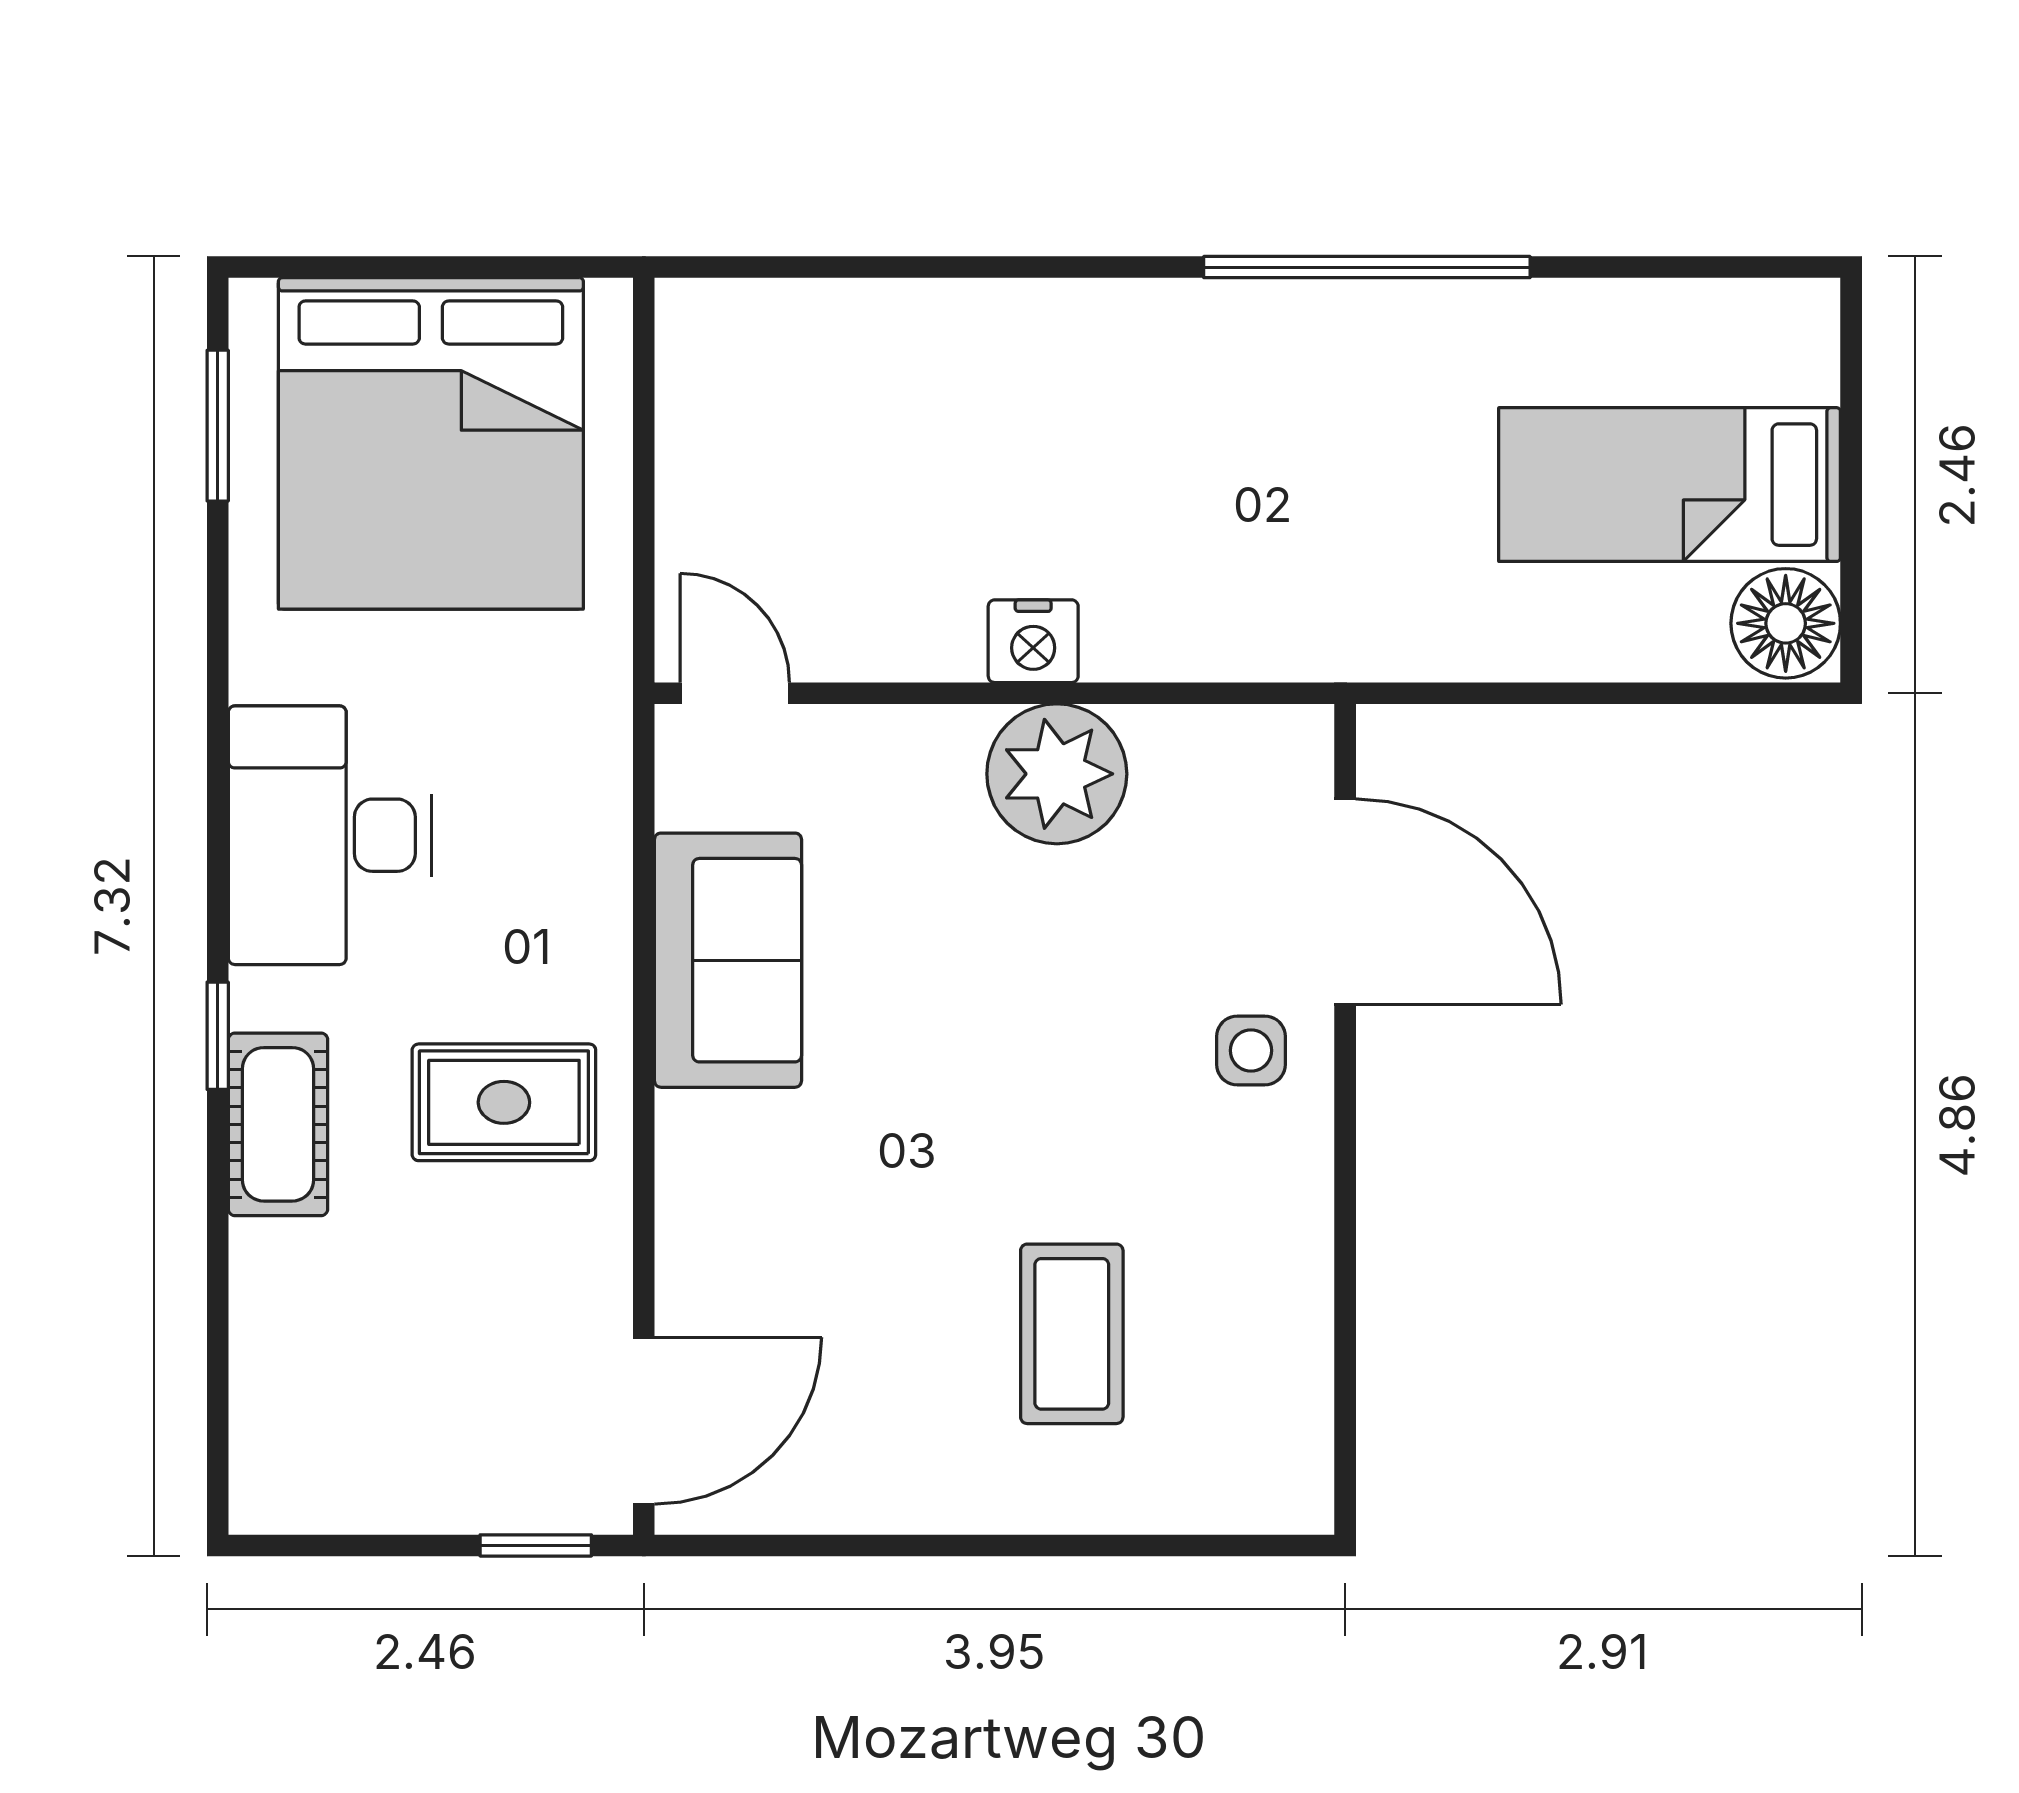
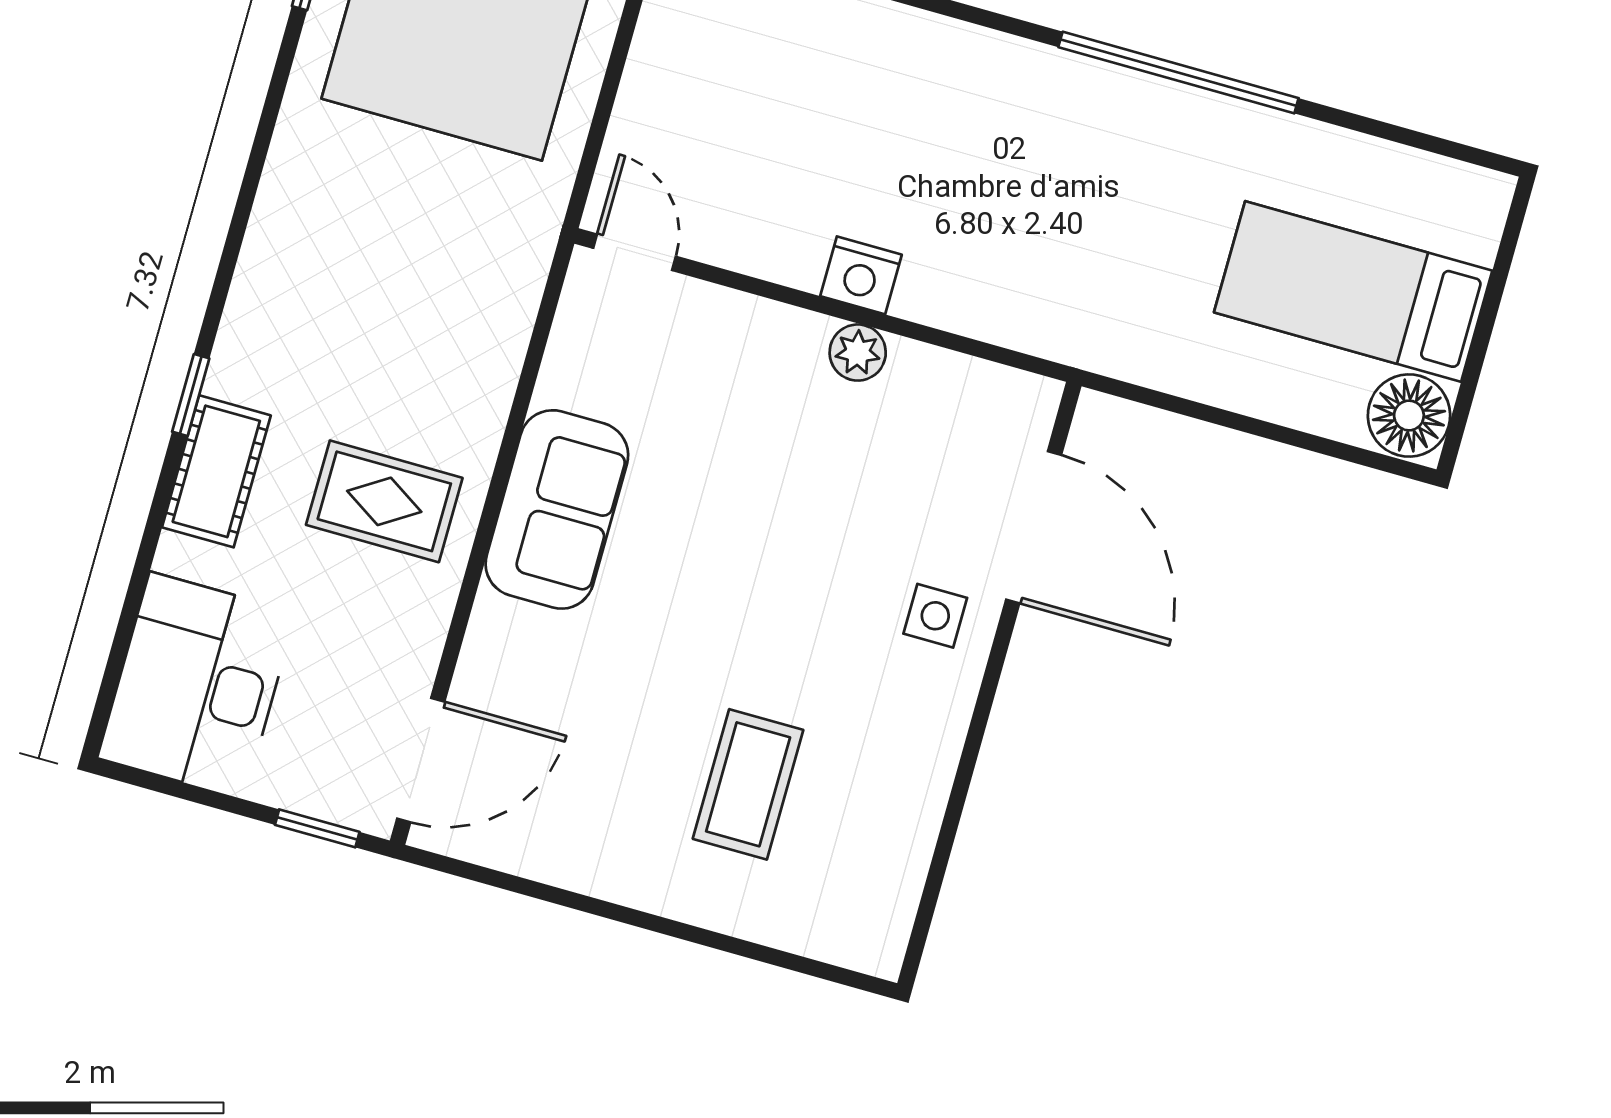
plant: (1057, 774) -> (858, 353), width x0.53, depth x0.53
desk: (330, 835) -> (197, 685), moved
sofa: (728, 960) -> (557, 509), moved

